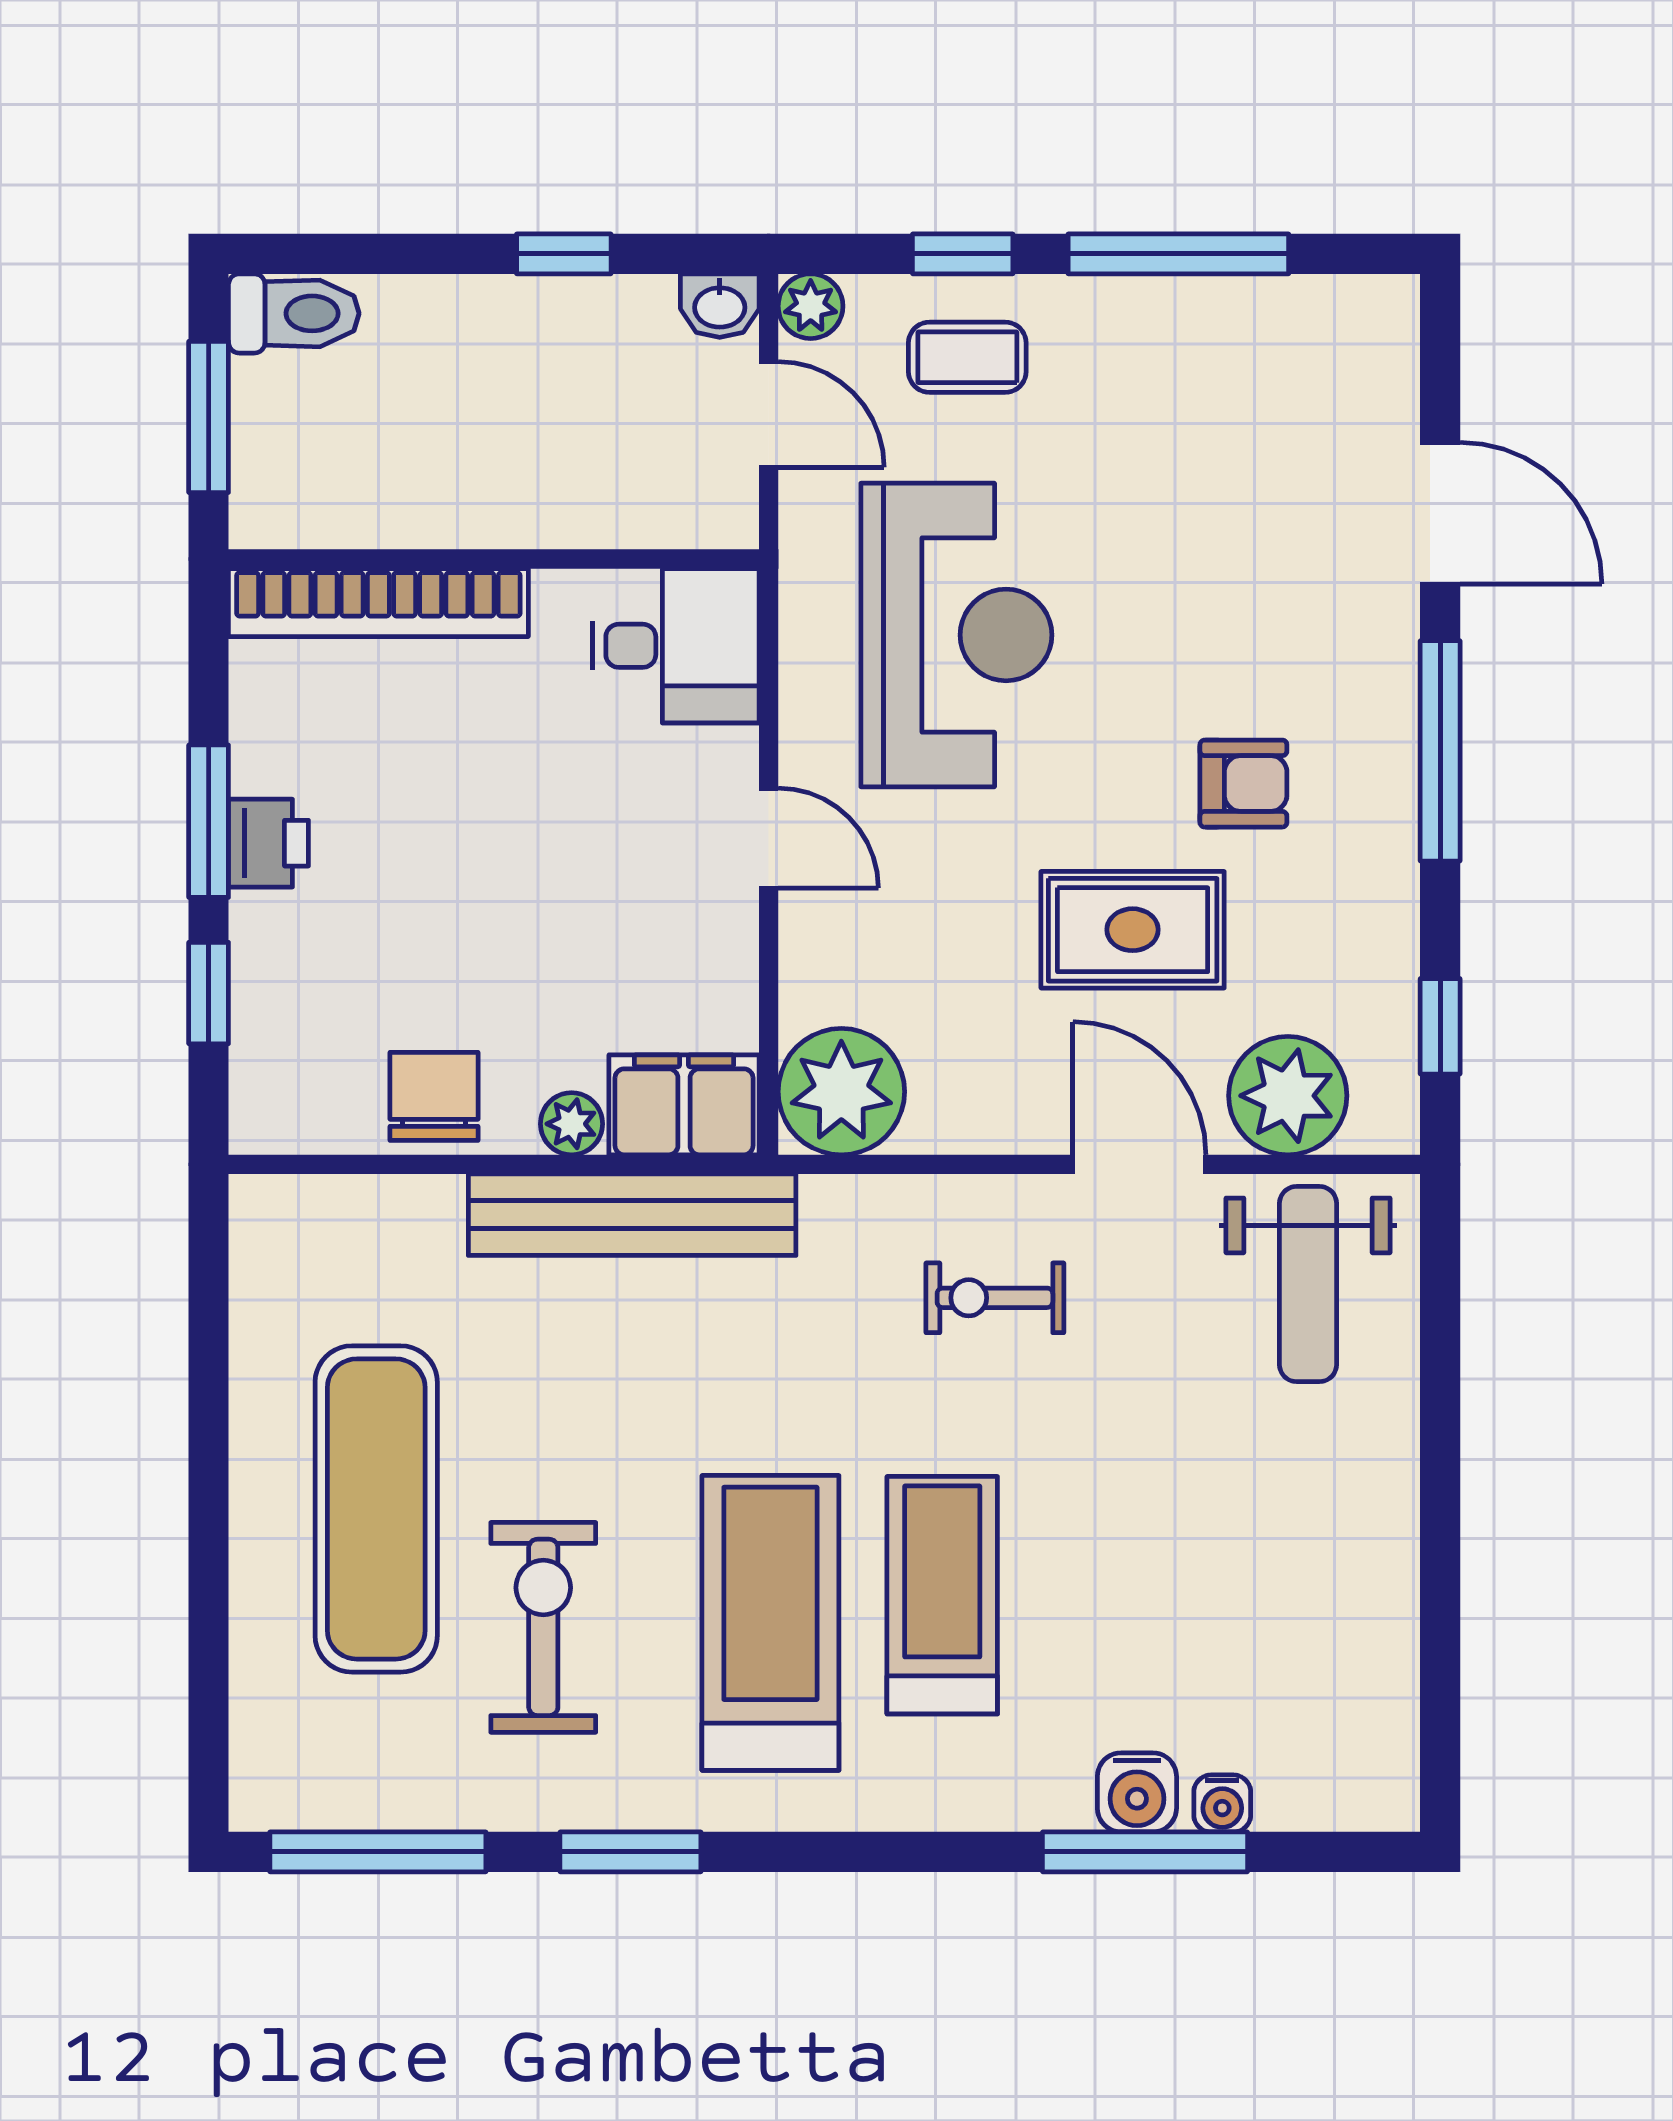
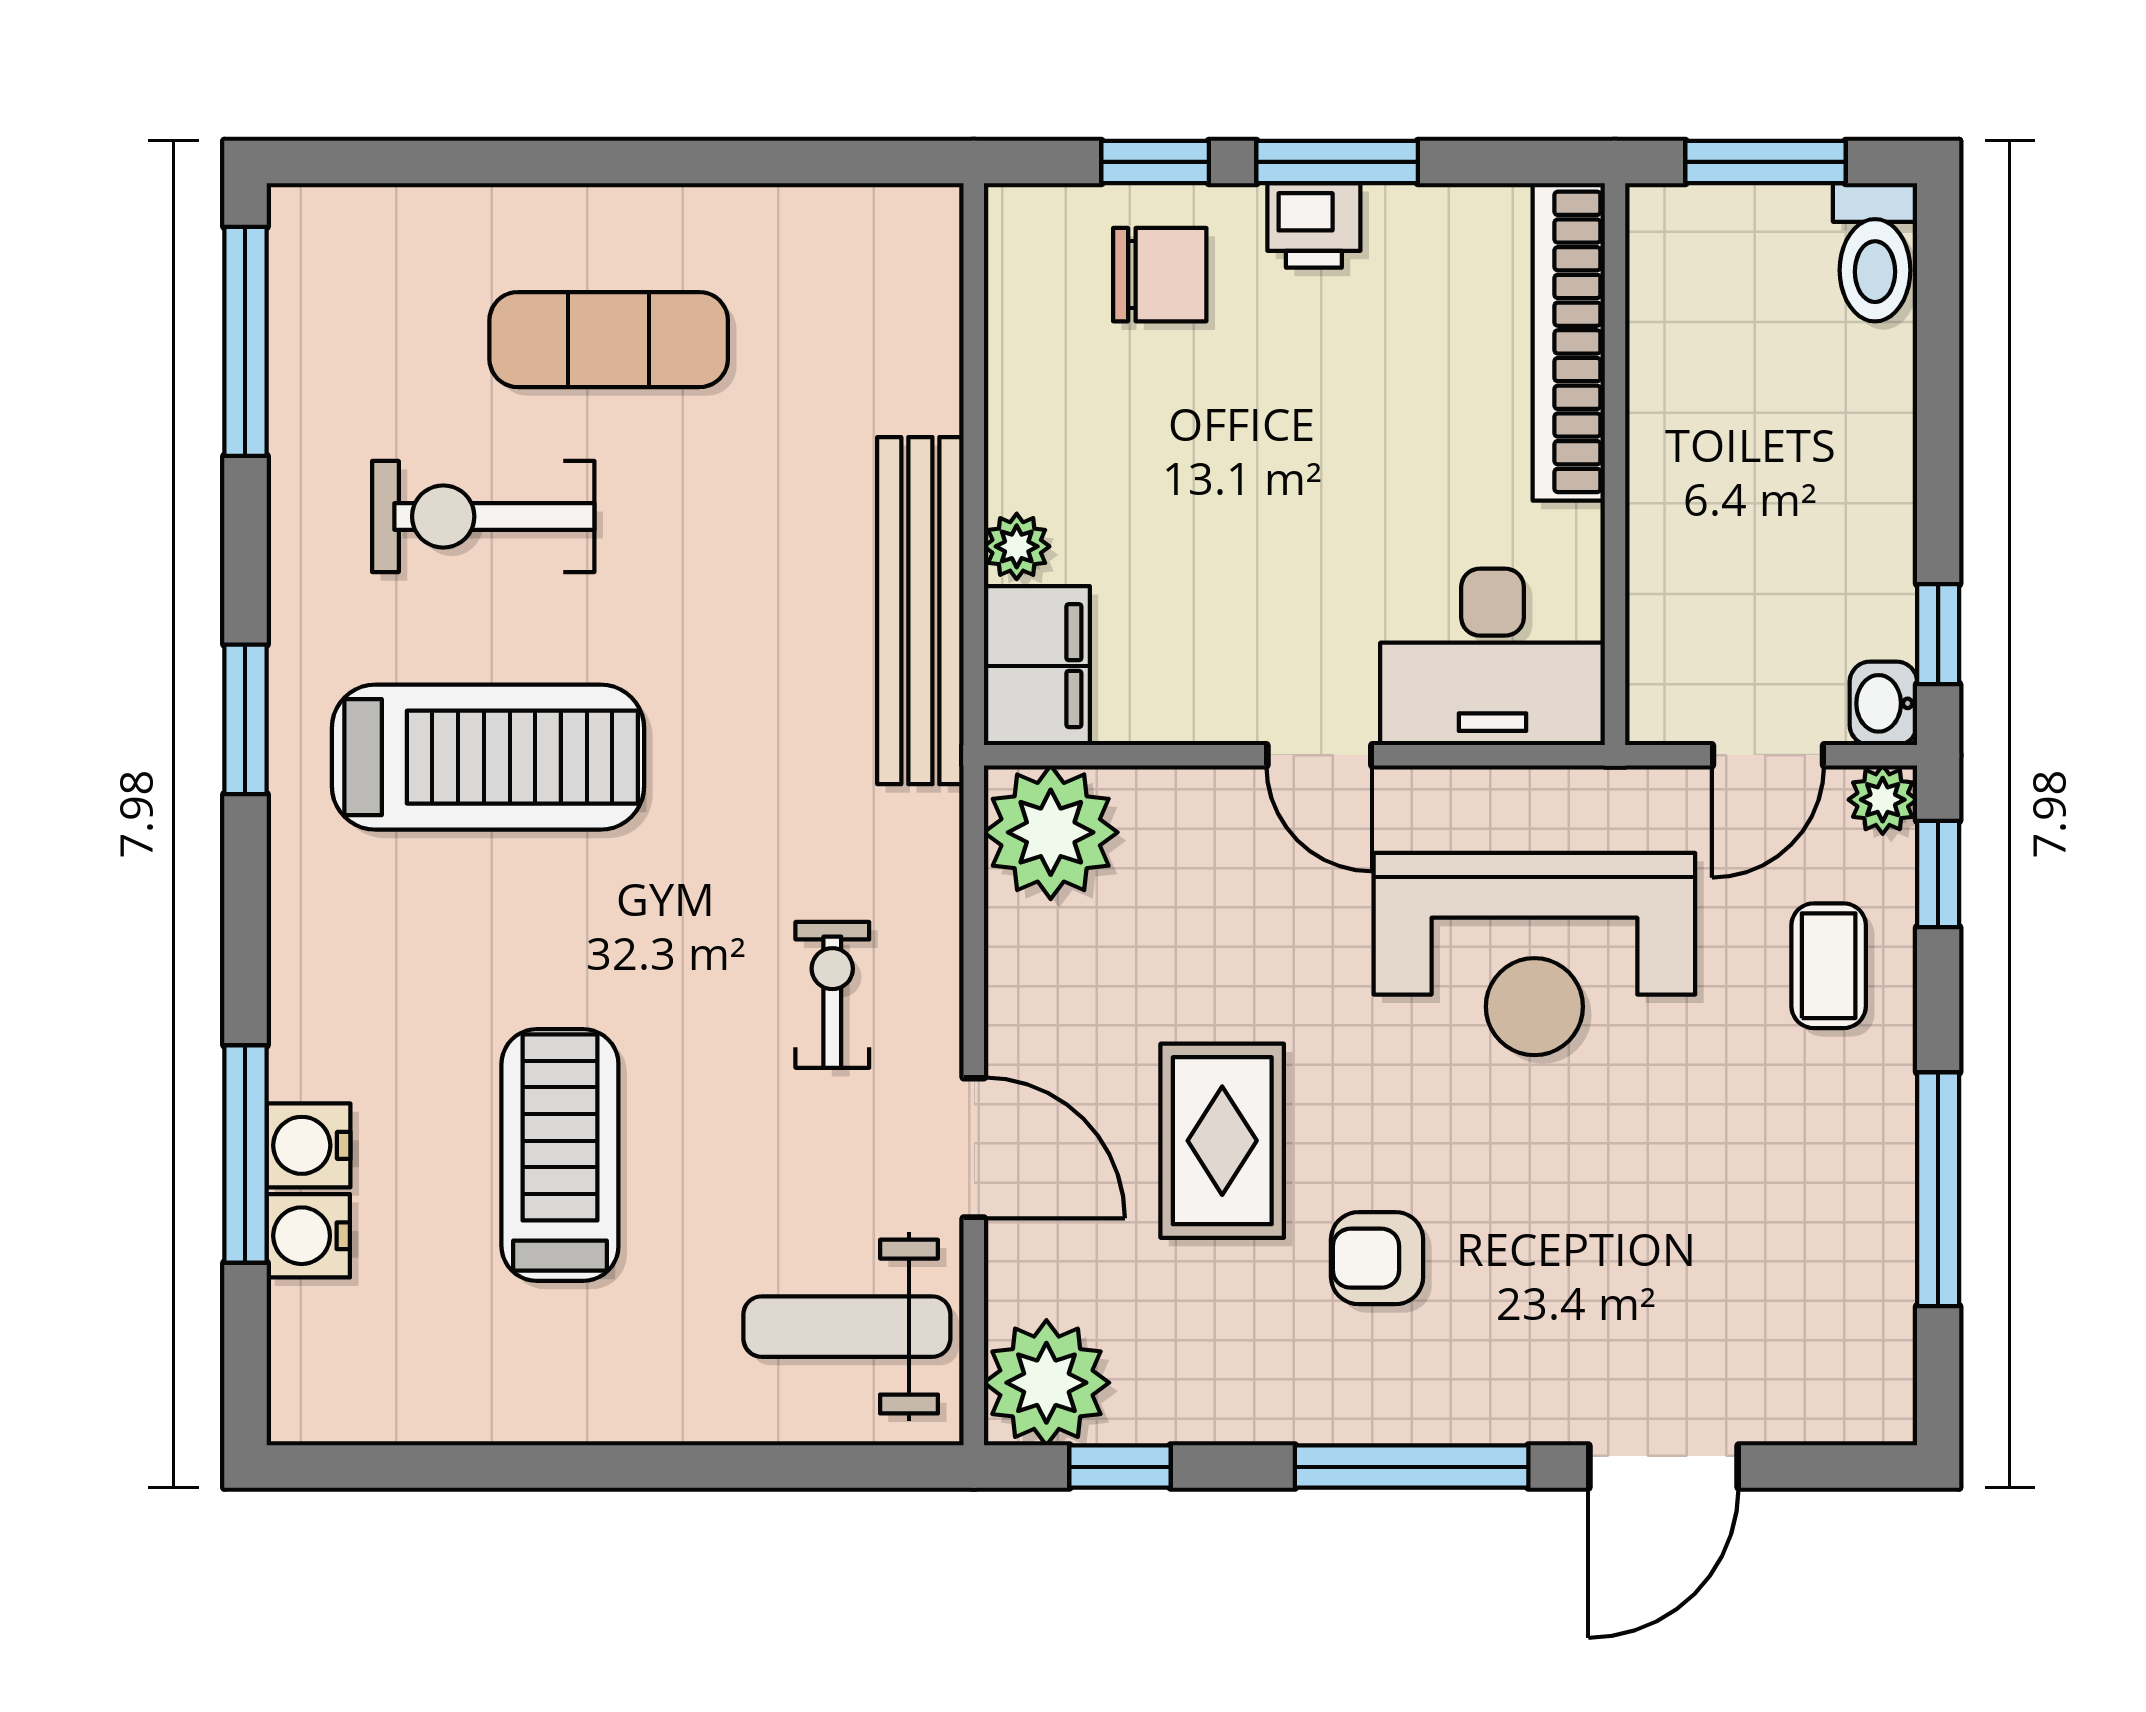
window: (564, 254) -> (1938, 634), moved
window: (963, 254) -> (1938, 874), moved
desk: (676, 646) -> (1493, 657), width x1.37
armchair: (1243, 784) -> (1377, 1258), turned 90
door: (769, 838) -> (1319, 755), hinge flipped
chair: (434, 1096) -> (1160, 275), moved
plant: (1288, 1096) -> (1046, 1383), moved
door: (1139, 1164) -> (974, 1148), hinge flipped
exercise mat: (376, 1509) -> (609, 340), width x0.73, depth x0.69
treadmill: (942, 1595) -> (560, 1155), moved, turned -90
exercise bike: (543, 1627) -> (483, 517), turned 180
water cooler: (1222, 1803) -> (308, 1236), width x1.38, depth x1.38
window: (630, 1852) -> (245, 719), moved

